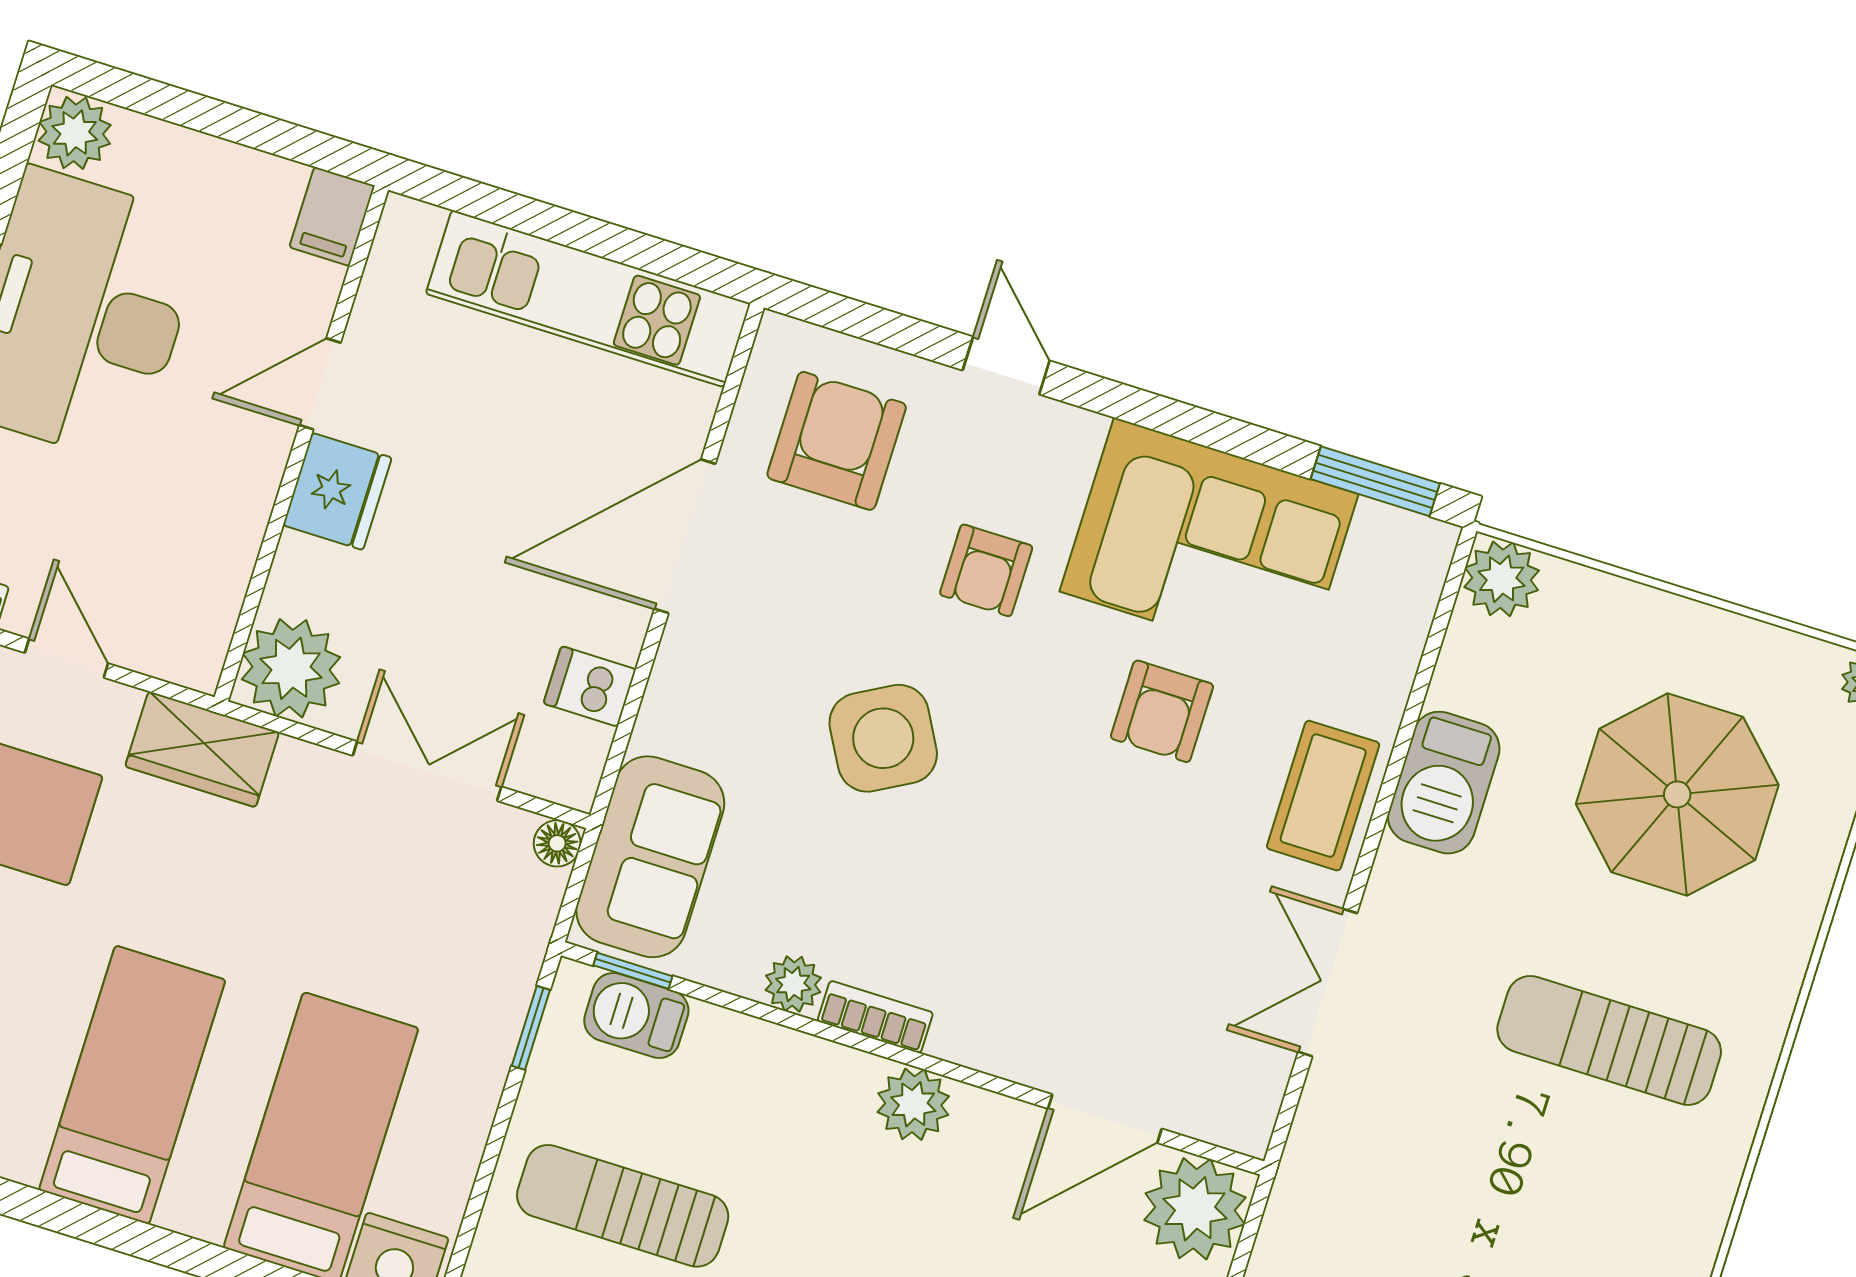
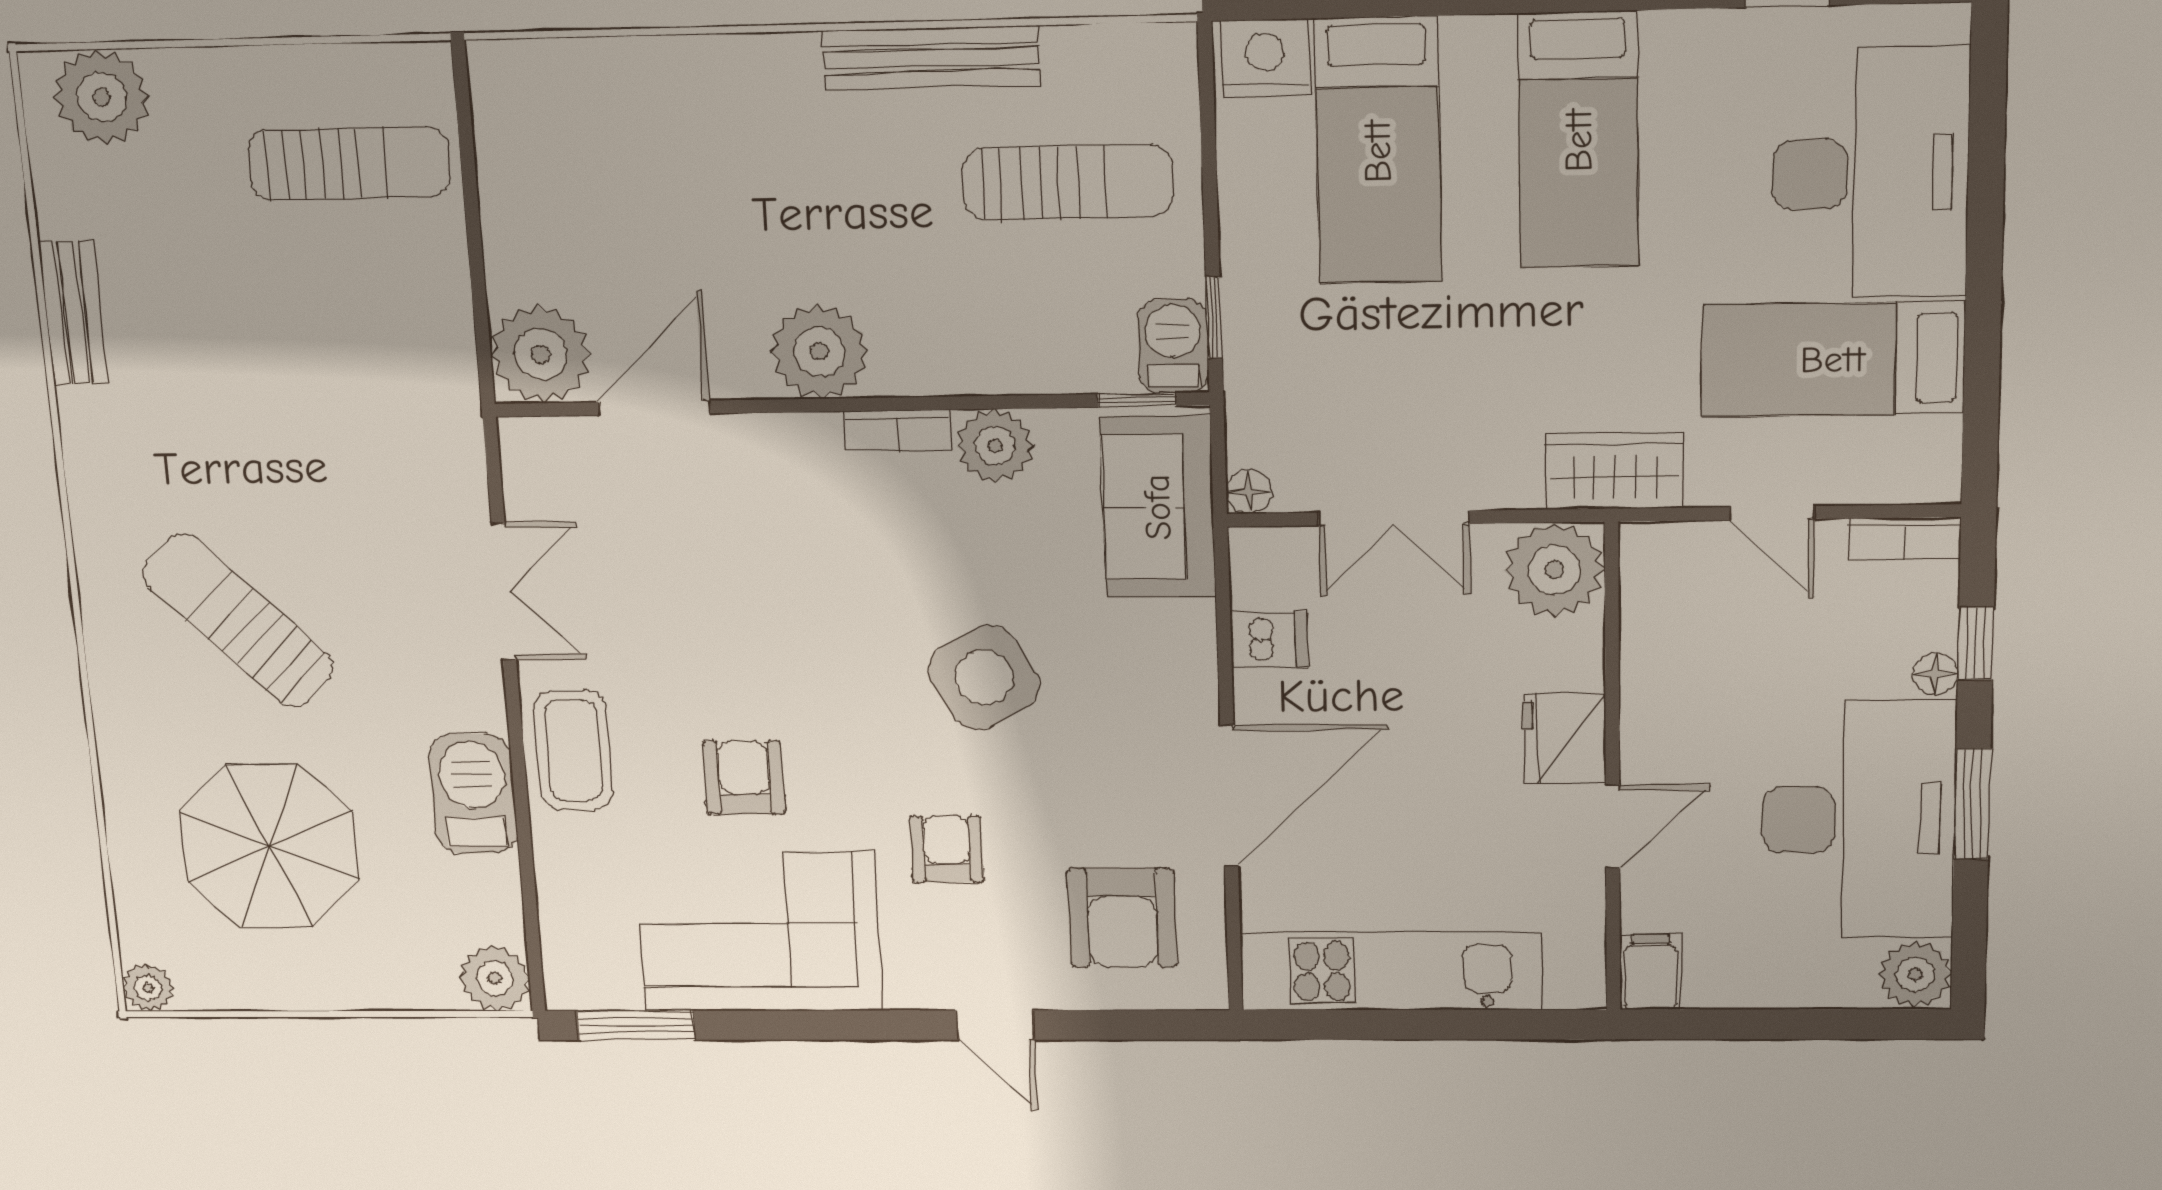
plant: (793, 984) -> (995, 446), width x1.38, depth x1.38
barbecue: (636, 1015) -> (1173, 346), moved, turned -90
sun lounger: (1609, 1040) -> (238, 621), turned -135
plant: (913, 1104) -> (819, 351), width x1.36, depth x1.36

